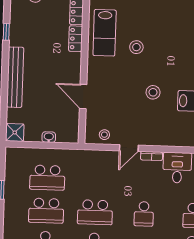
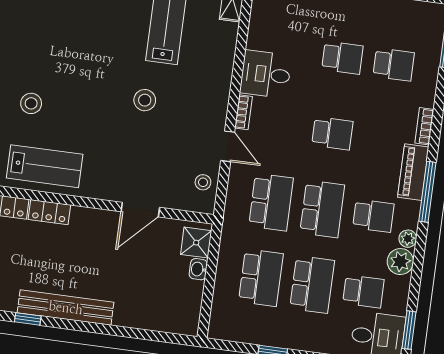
stool: (136, 47) -> (31, 103), moved
bench: (15, 77) -> (66, 308), moved
shower: (15, 132) -> (196, 243), moved
school desk: (96, 179) -> (271, 202), added

